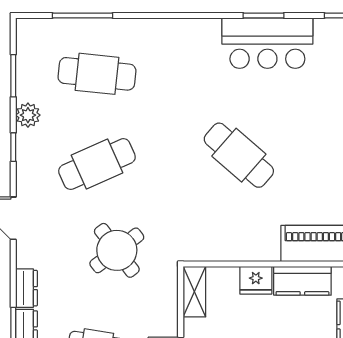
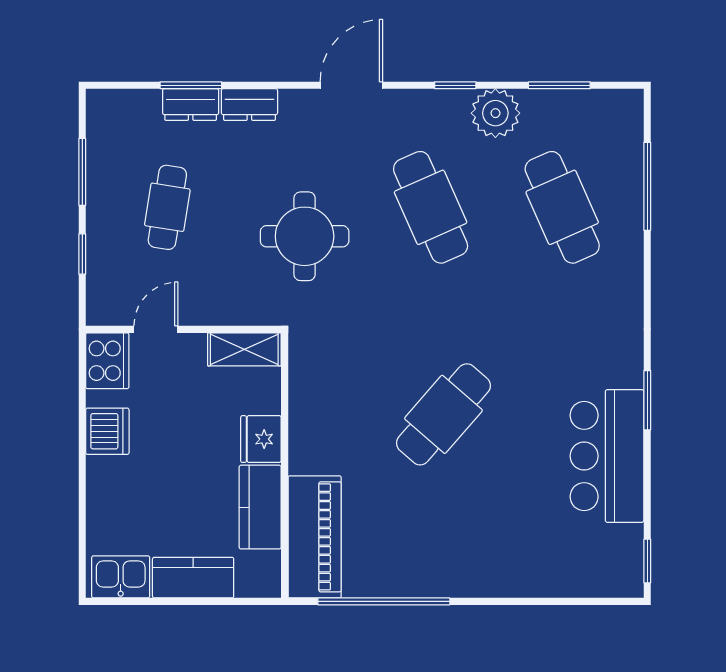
window: (263, 16) -> (647, 400), moved
cafe table: (97, 74) -> (562, 207), turned -30
plant: (28, 115) -> (495, 113), width x1.36, depth x1.36
round table: (117, 250) -> (305, 236), turned 37

